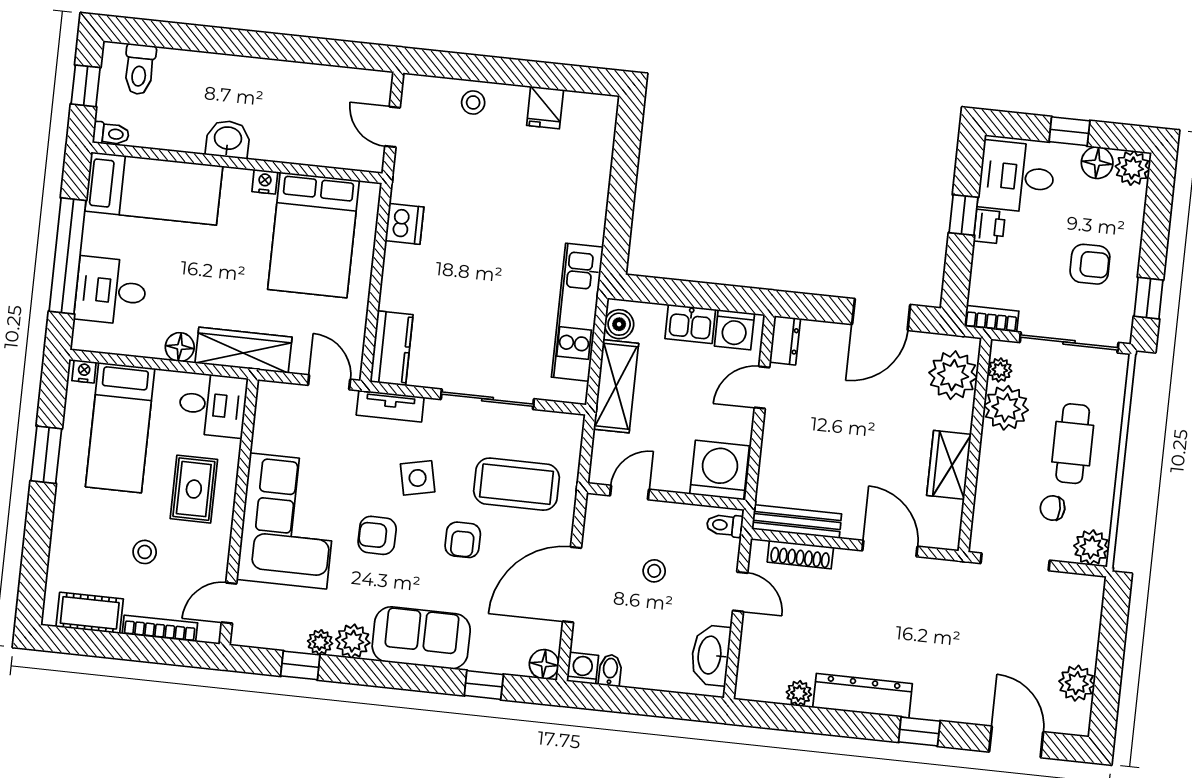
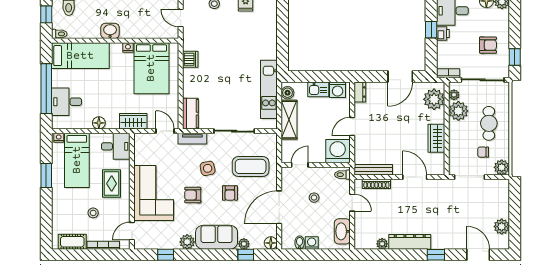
wardrobe: (243, 350) -> (133, 121), width x0.67
door: (762, 388) -> (352, 126), moved
plant: (320, 642) -> (244, 244), moved
washing machine: (582, 668) -> (312, 243), moved

